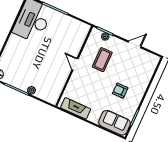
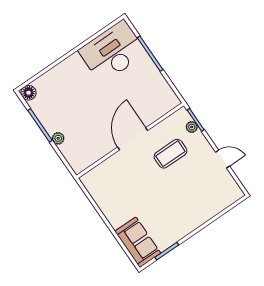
door: (75, 64) -> (133, 139), width x1.88
armchair: (120, 91) -> (169, 206), removed
fireplace: (76, 108) -> (100, 195), removed

